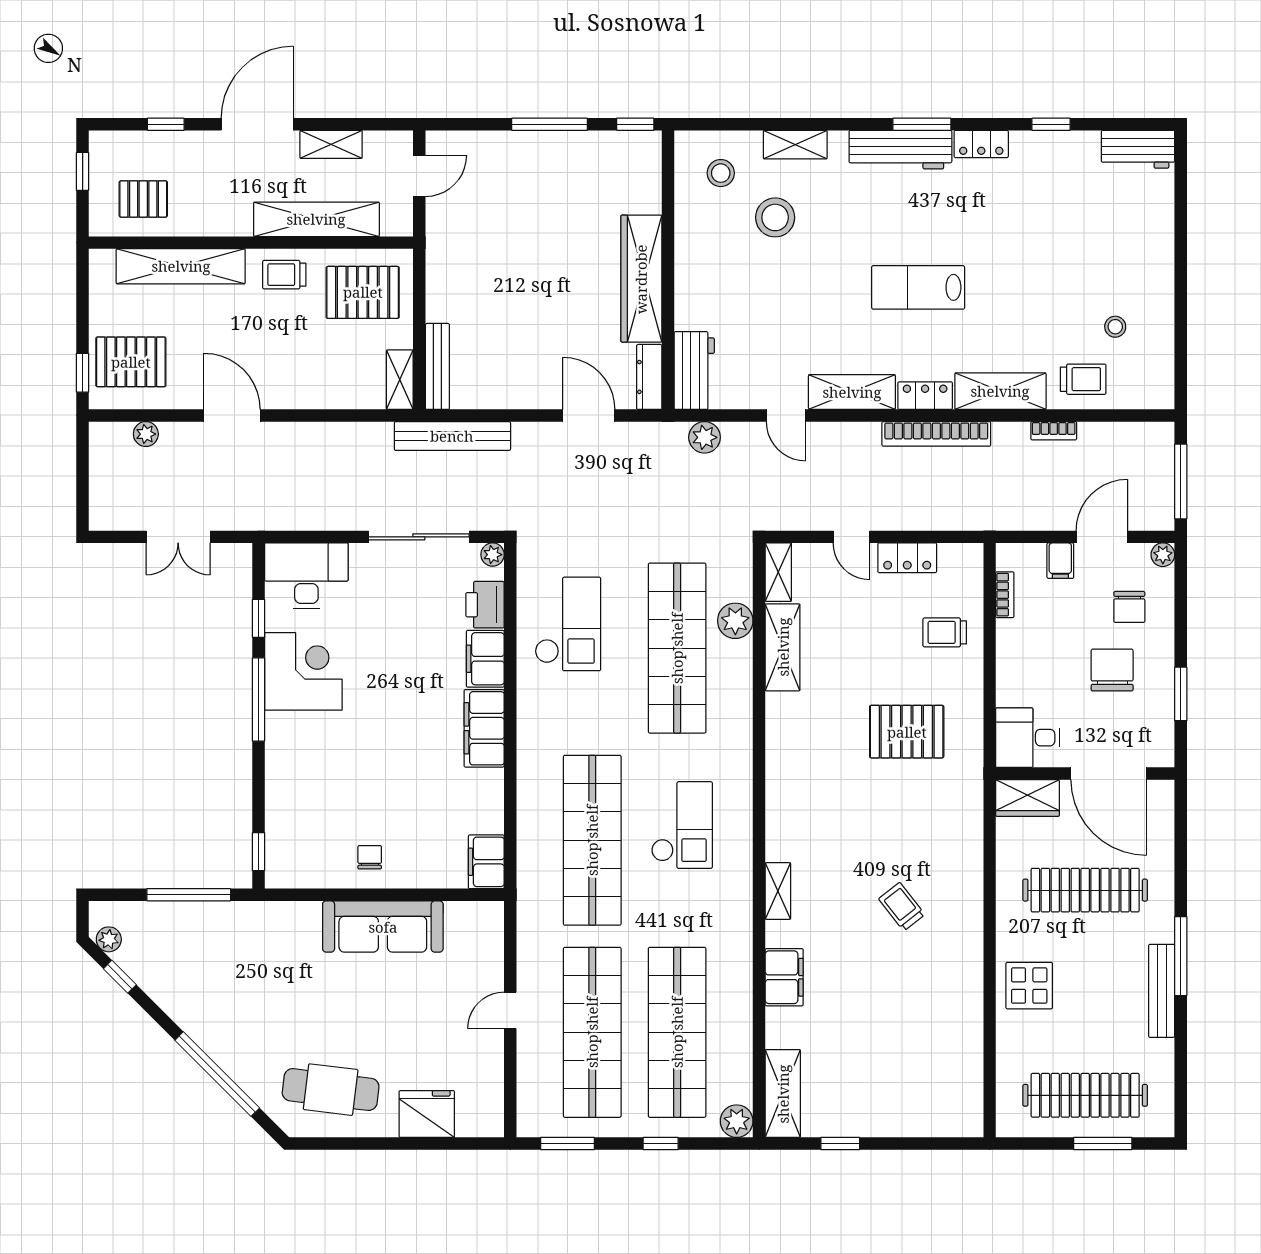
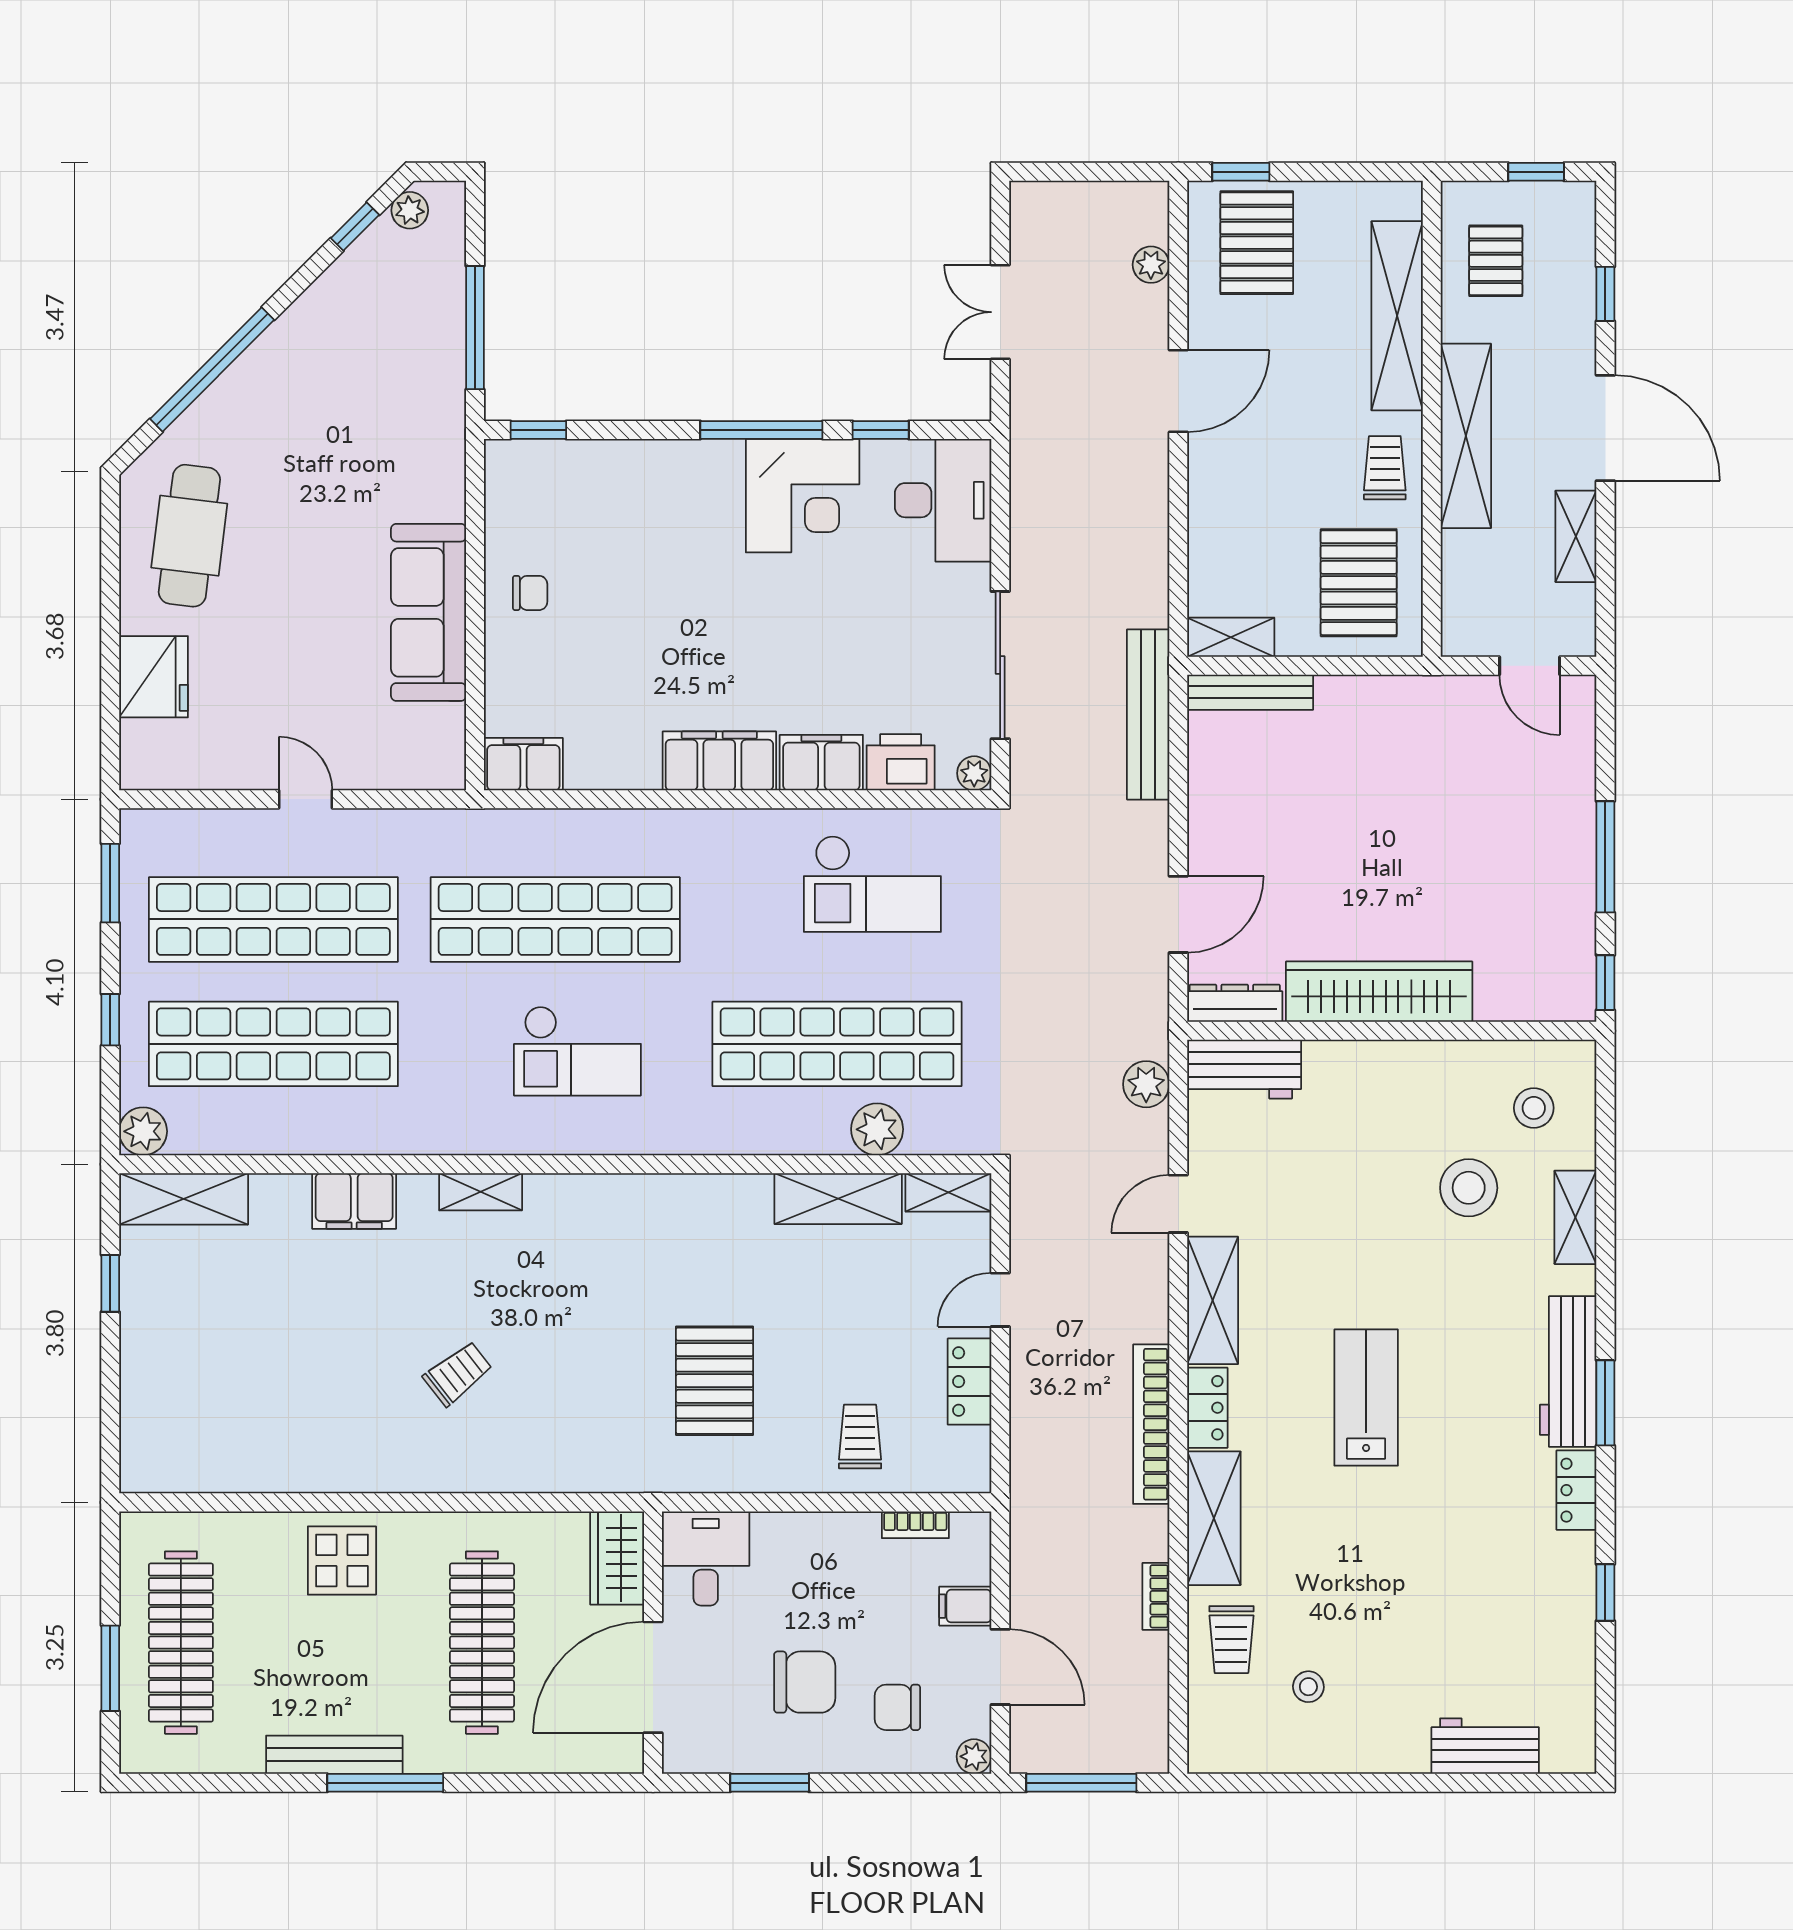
workbench: (1138, 149) -> (1485, 1746), moved, turned 90
shelving: (316, 219) -> (1466, 436), moved

